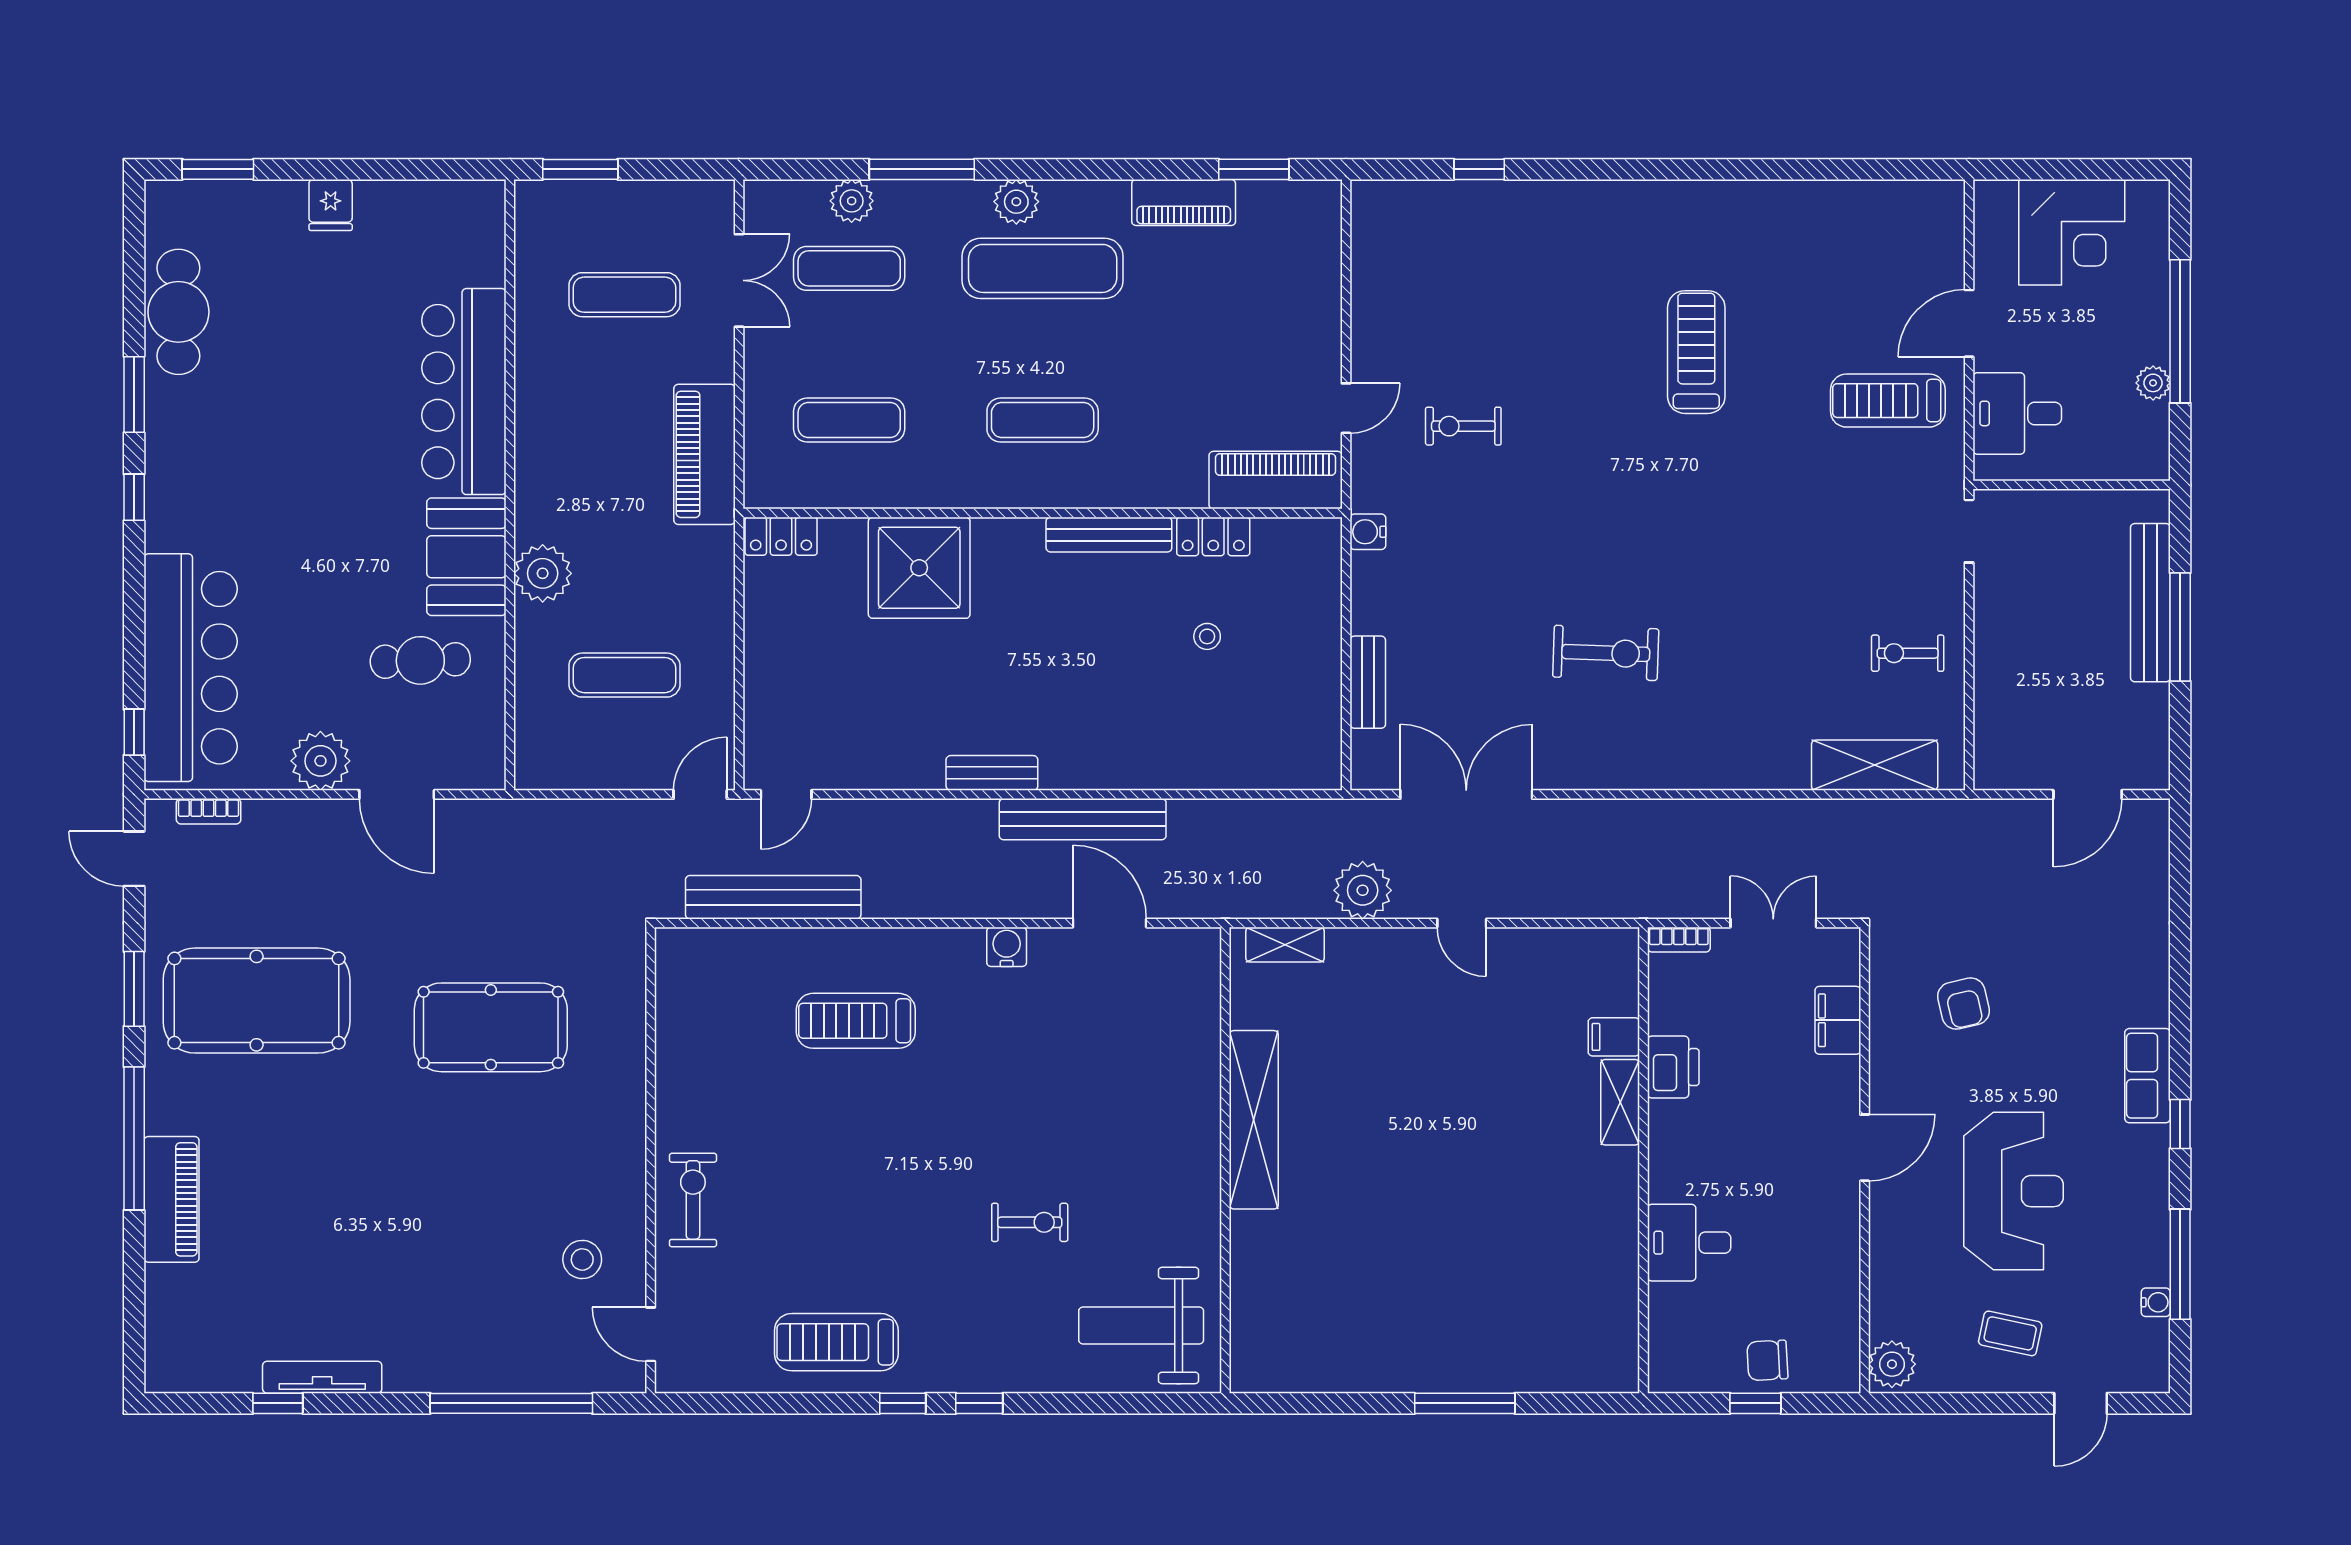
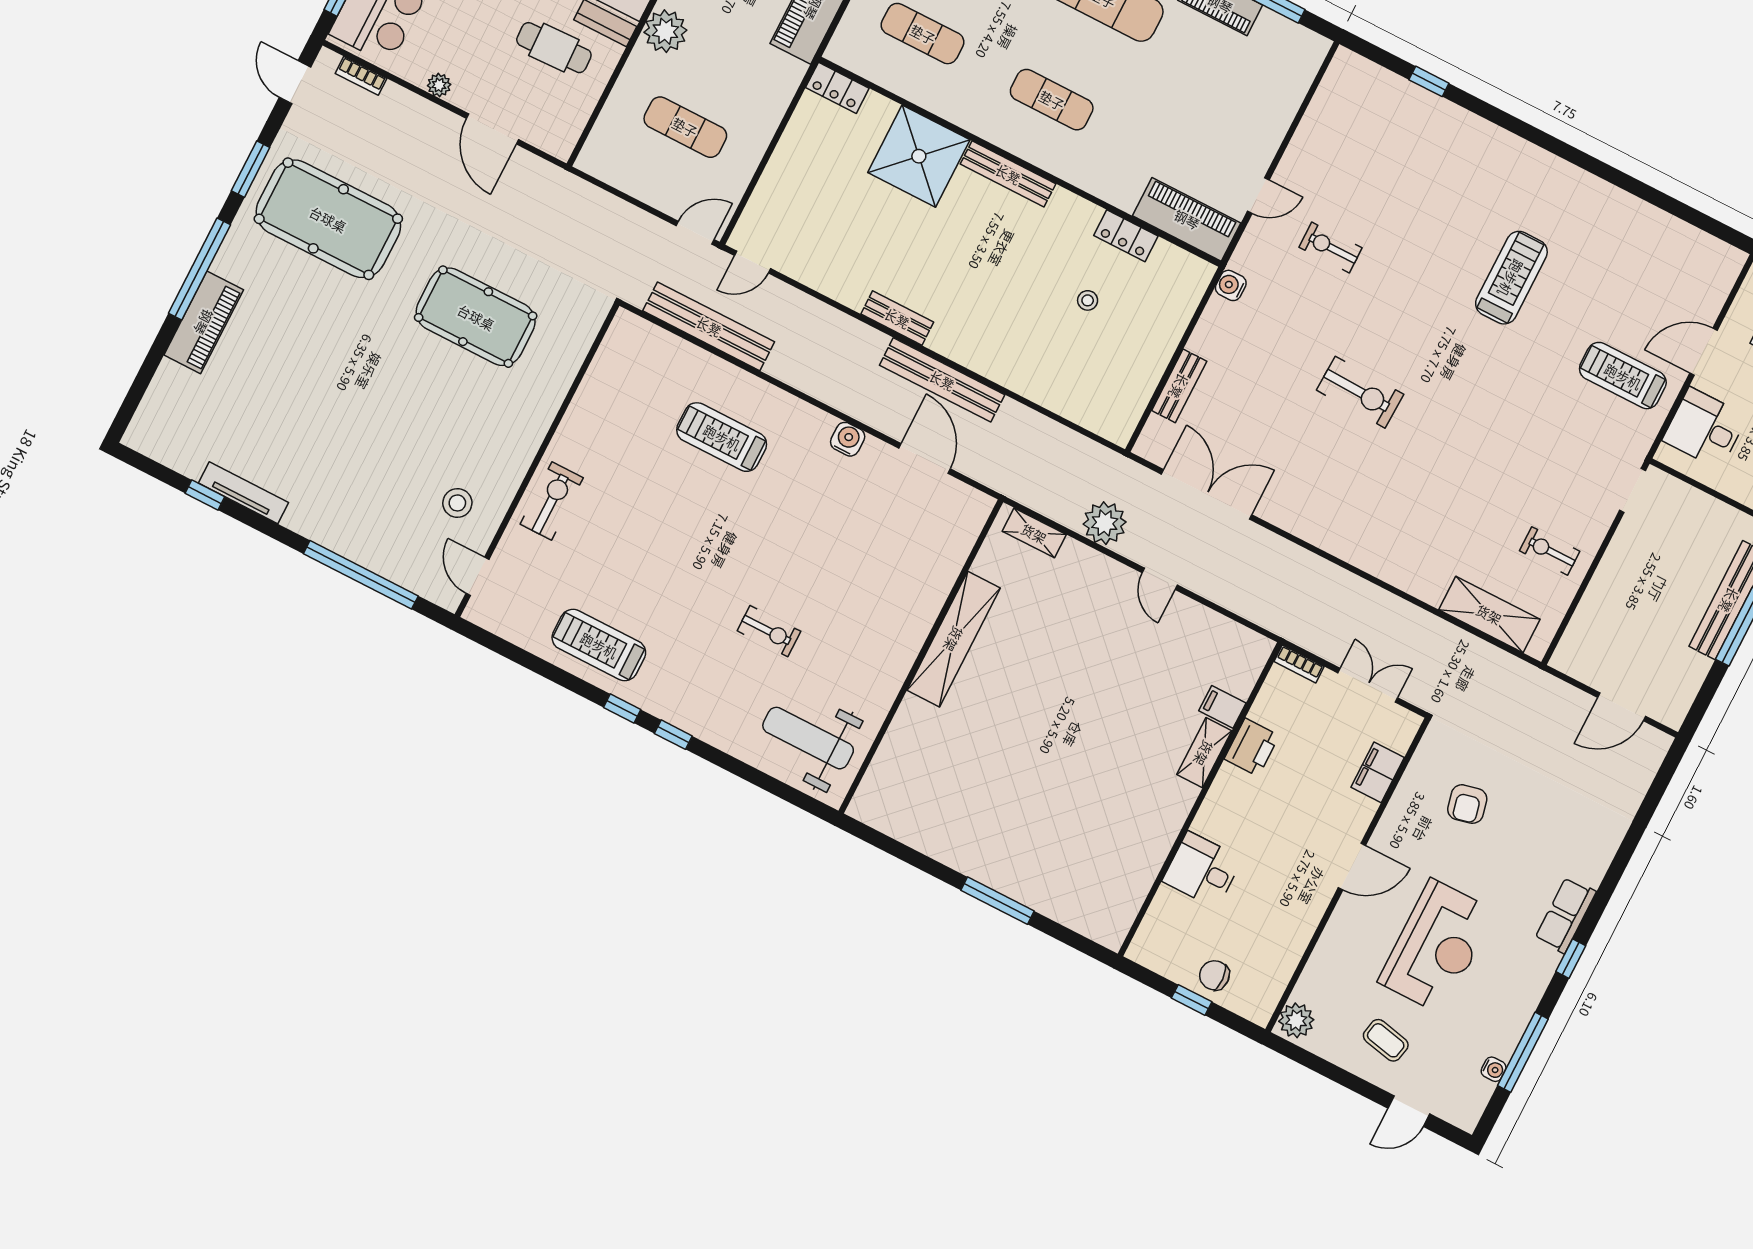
bench: (1109, 535) -> (1008, 174), moved
exercise bike: (1606, 653) -> (1360, 392), moved
plant: (320, 761) -> (439, 85), width x0.53, depth x0.53

